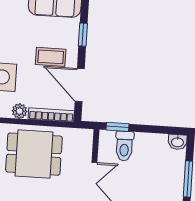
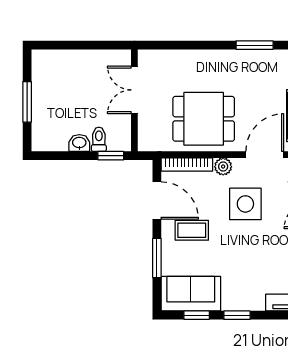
window: (83, 35) -> (157, 258), width x1.50
washbasin: (177, 142) -> (79, 143), moved
toilet: (124, 146) -> (99, 139), width x0.73, depth x0.72

